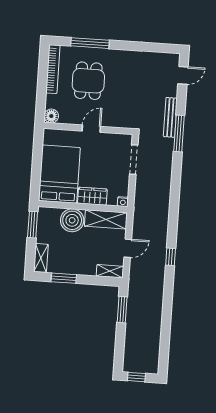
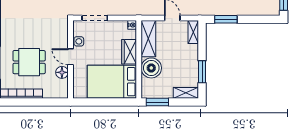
floor lamp: (51, 116) -> (62, 72), moved
side table: (108, 139) -> (79, 41), added

